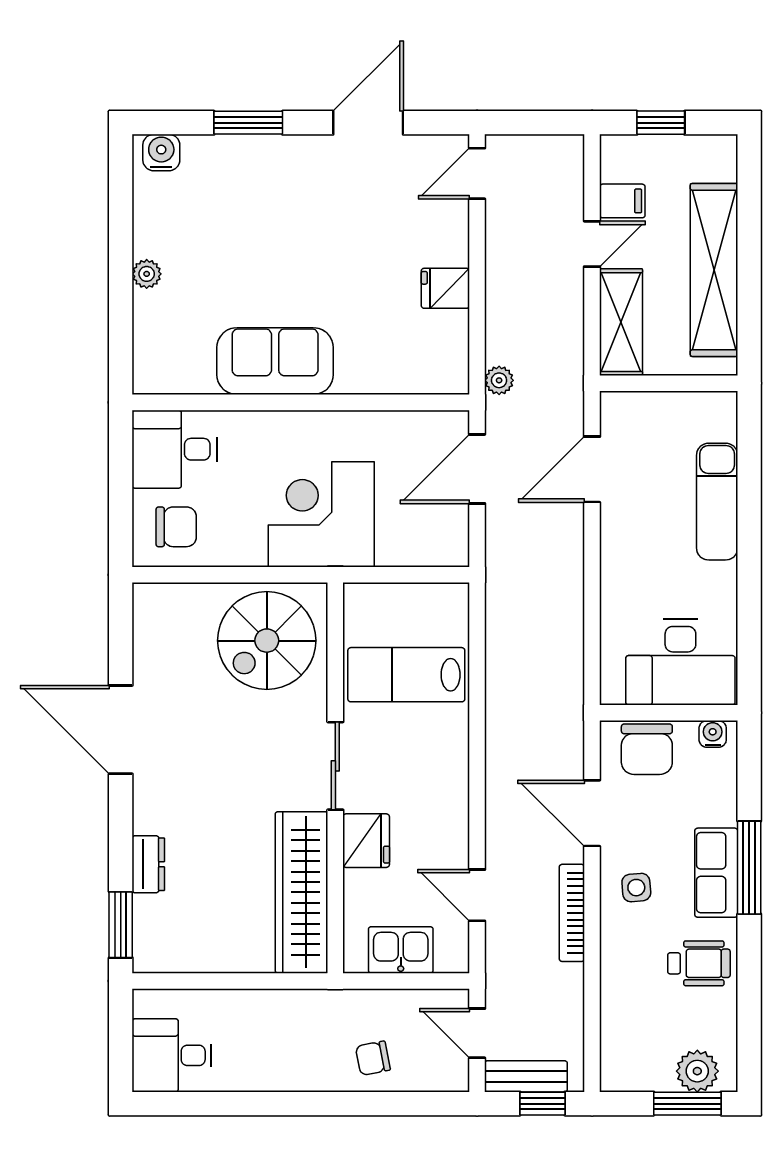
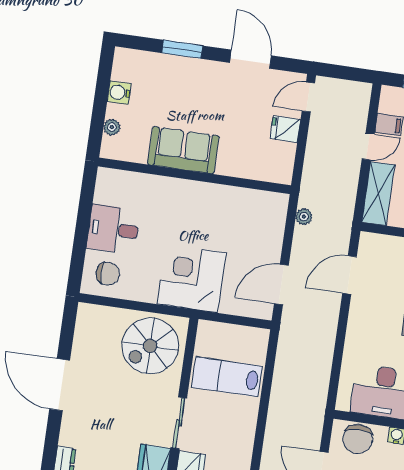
door: (368, 123) -> (250, 59), hinge flipped
water cooler: (161, 153) -> (119, 93), moved, turned -90
fridge: (445, 288) -> (285, 129), moved
sofa: (275, 361) -> (183, 150), moved
wall: (301, 402) -> (194, 176), moved
door: (477, 469) -> (281, 285), moved

